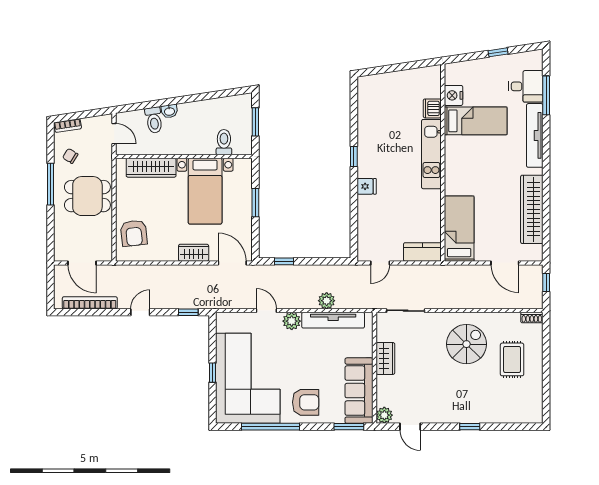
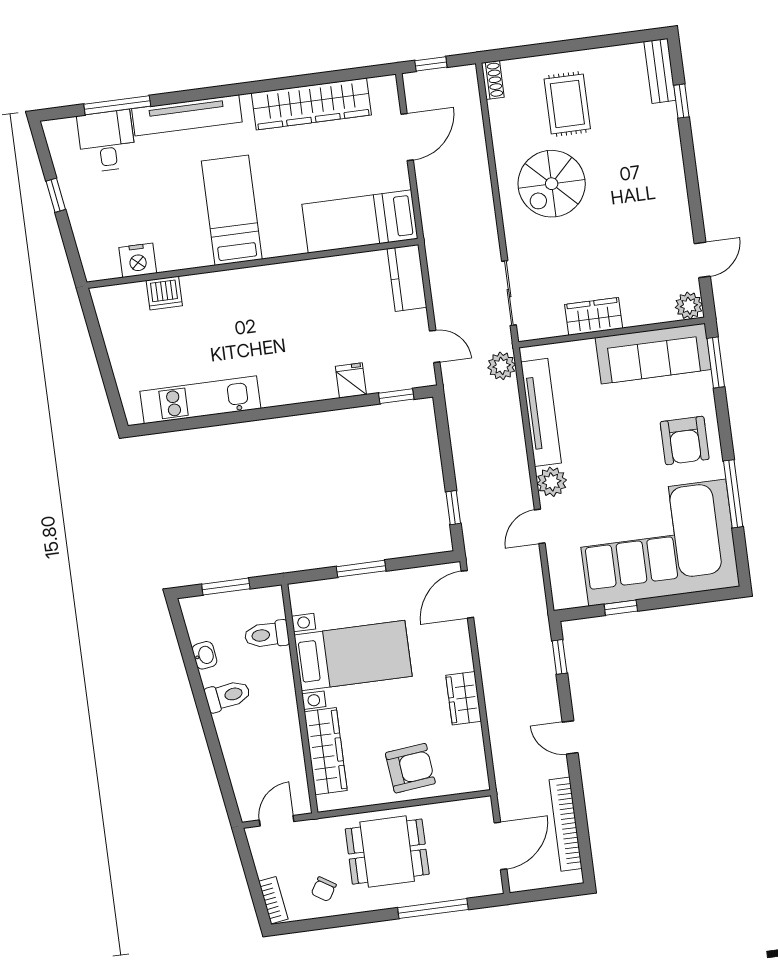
washbasin: (169, 111) -> (205, 655), moved
toilet: (154, 120) -> (228, 696), moved
bed: (476, 121) -> (232, 210), moved
kitchen unit: (431, 154) -> (200, 400), moved, turned 180
window: (354, 157) -> (396, 396), moved
window: (50, 184) -> (433, 909), moved
fridge: (367, 186) -> (351, 380), moved
dining table: (87, 196) -> (387, 852), turned 90
armchair: (134, 233) -> (410, 768), moved
wardrobe: (194, 253) -> (464, 698), moved
plant: (327, 301) -> (502, 366), moved
spiral stairs: (466, 344) -> (552, 184), turned -90
rug: (512, 359) -> (567, 104), turned 90
window: (212, 373) -> (621, 608), moved
armchair: (306, 402) -> (685, 440), turned 180
bench: (524, 416) -> (660, 71), added
window: (271, 427) -> (733, 494), width x0.68
window: (470, 427) -> (681, 101), moved

